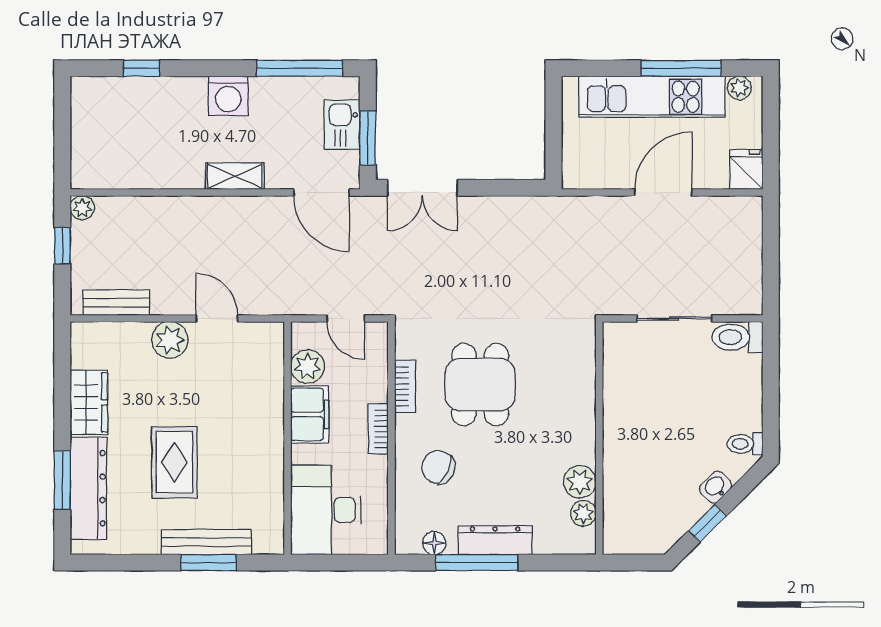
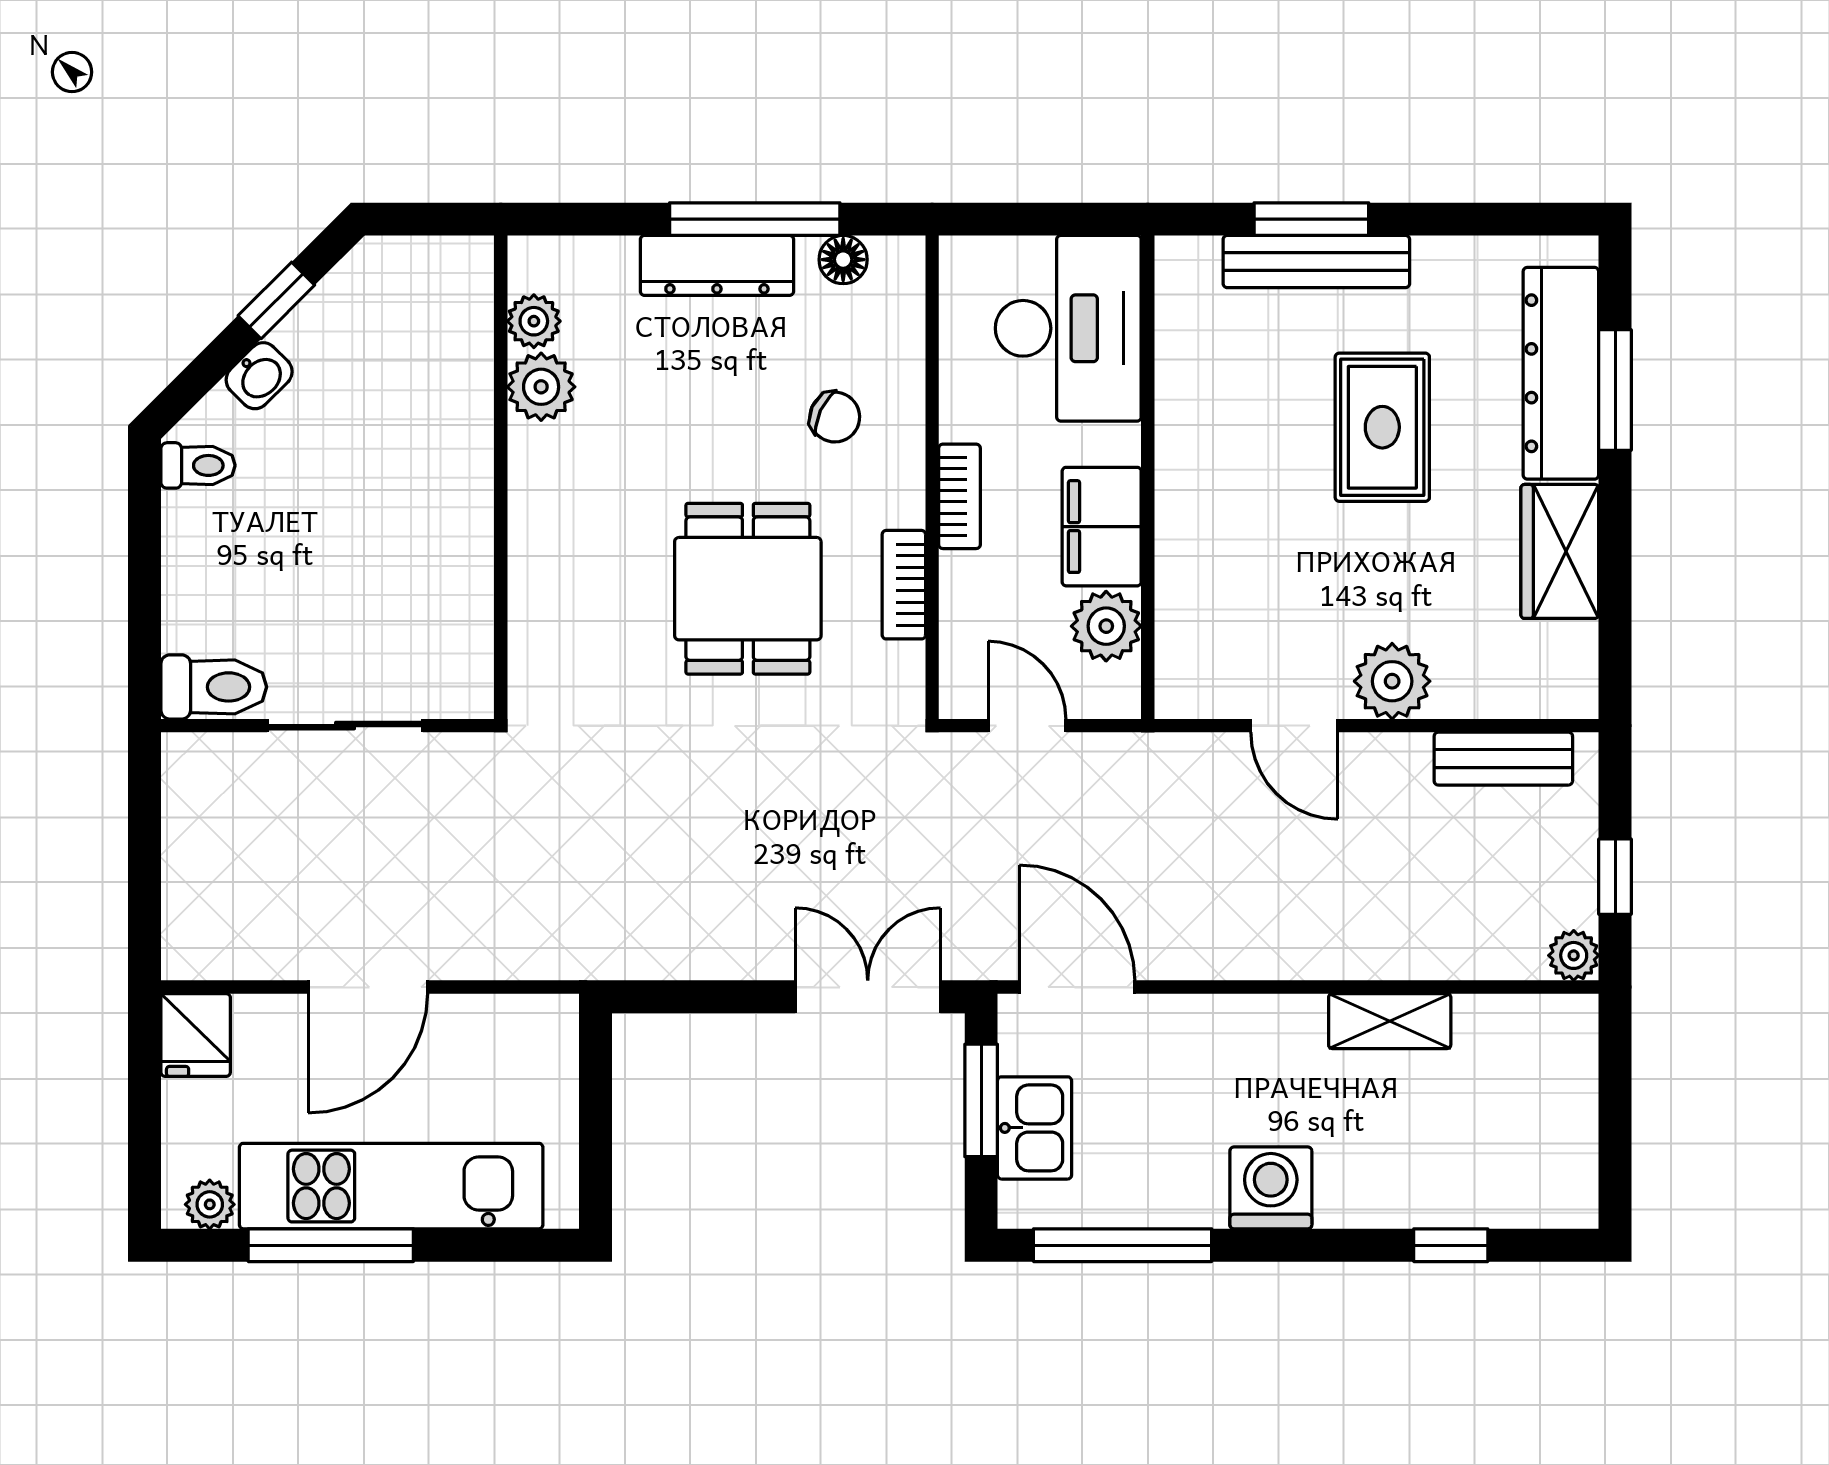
shelving: (235, 176) -> (1390, 1021), moved
chair: (438, 467) -> (835, 417), width x0.73, depth x0.73

